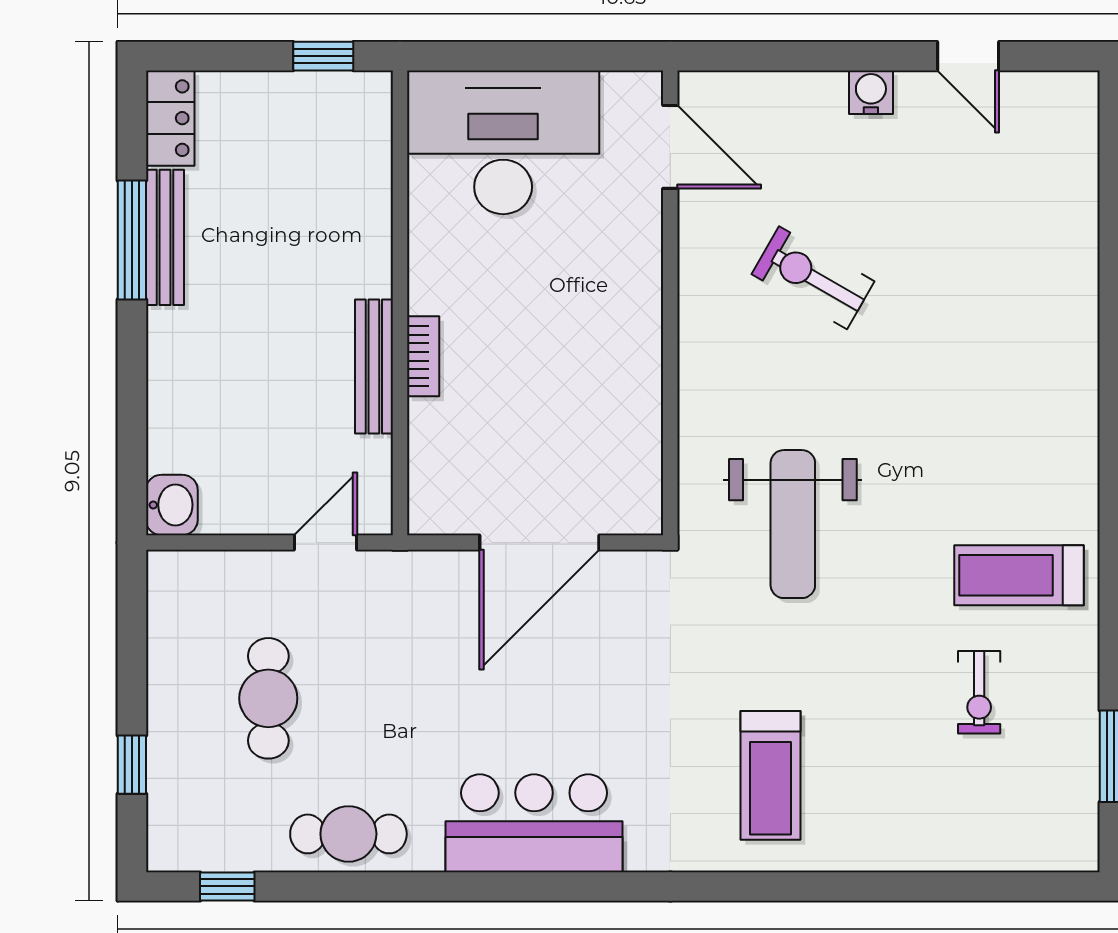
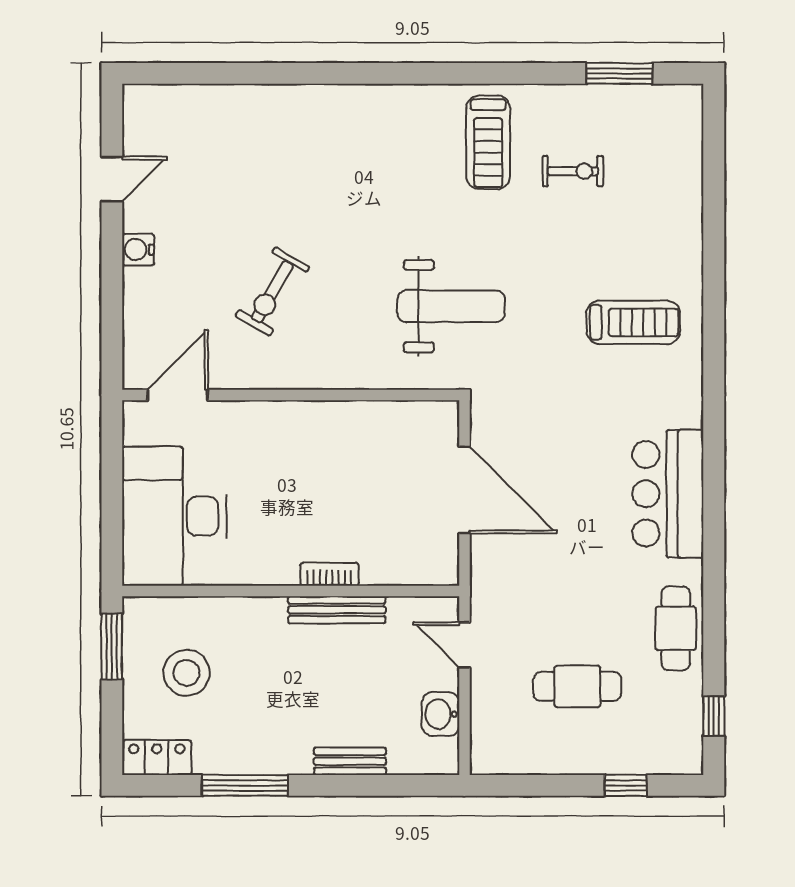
window: (323, 56) -> (112, 647), width x1.50
stool: (287, 159) -> (187, 673), added
bench: (165, 237) -> (350, 761), moved, width x0.73
washbasin: (172, 505) -> (441, 714), moved, turned -90

